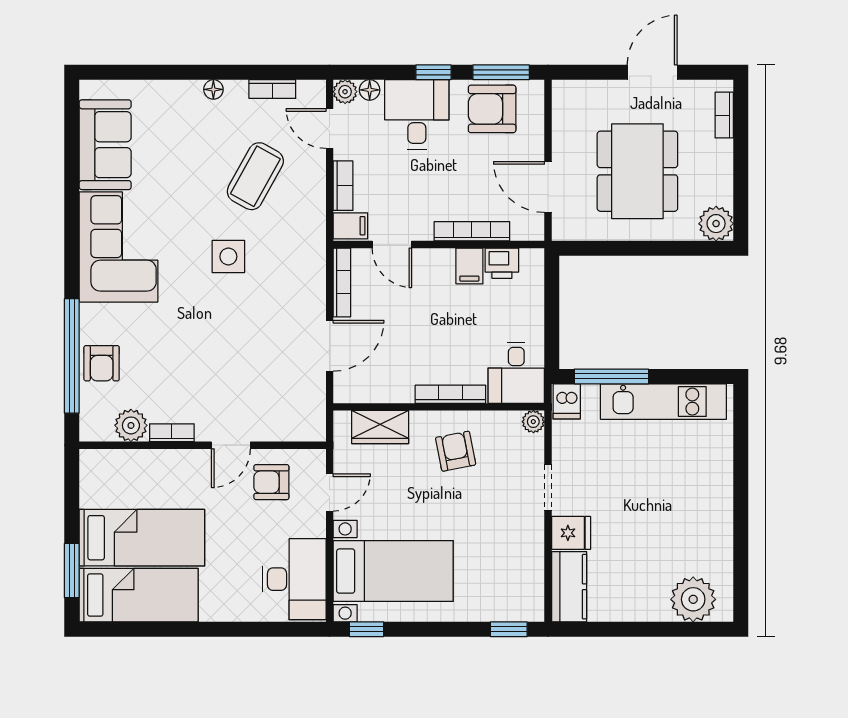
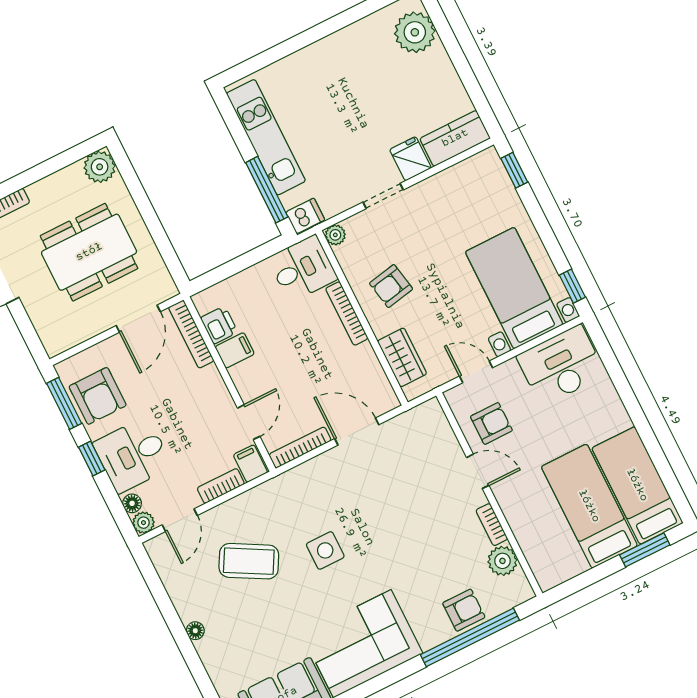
bookcase: (272, 89) -> (171, 583), removed
bookcase: (472, 231) -> (191, 334), moved
armchair: (271, 482) -> (491, 423), turned -90

